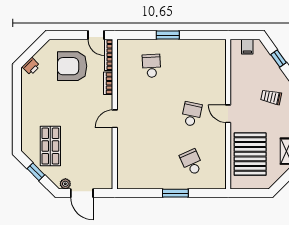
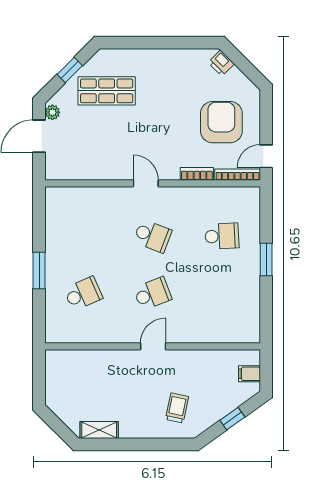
school desk: (151, 114) -> (153, 236), added
school desk: (192, 114) -> (153, 294), turned -33
pallet: (250, 154) -> (95, 378), removed

